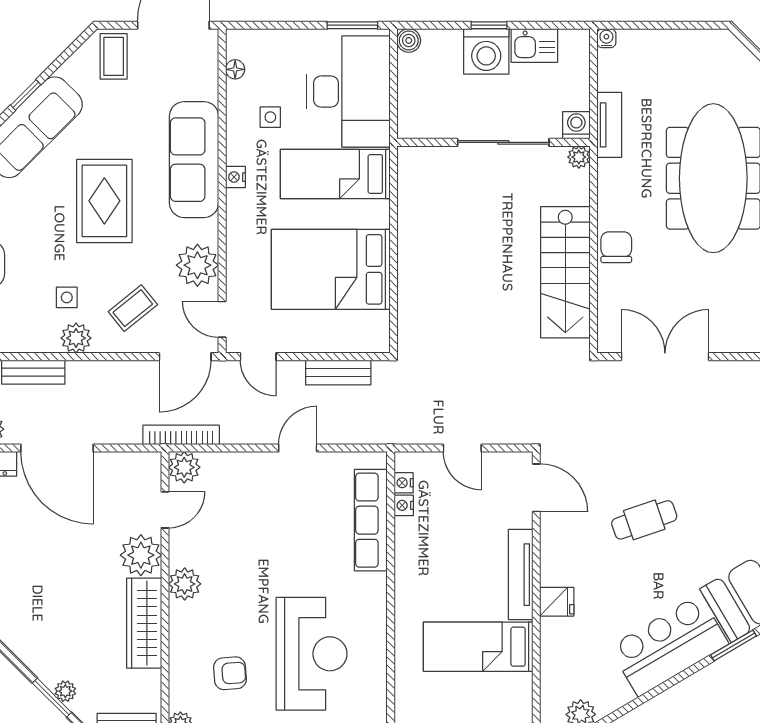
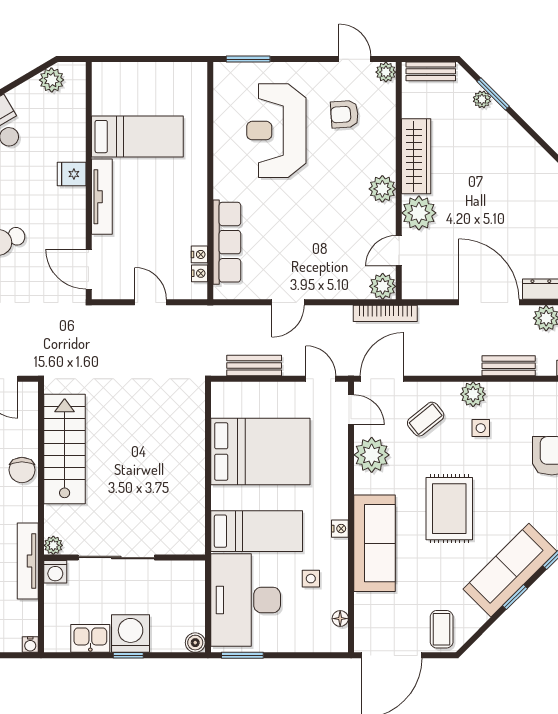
tv unit: (609, 125) -> (28, 561), width x1.41

